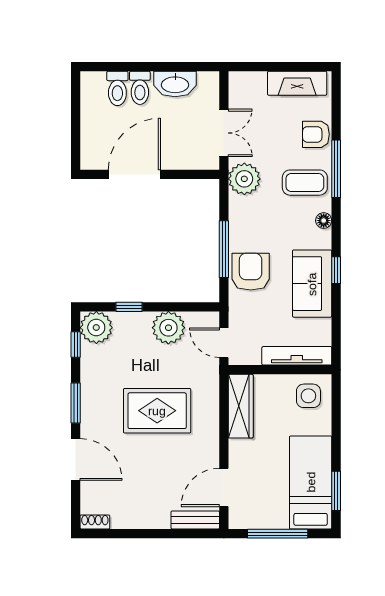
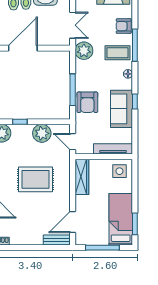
armchair: (251, 272) -> (87, 102), turned 180

